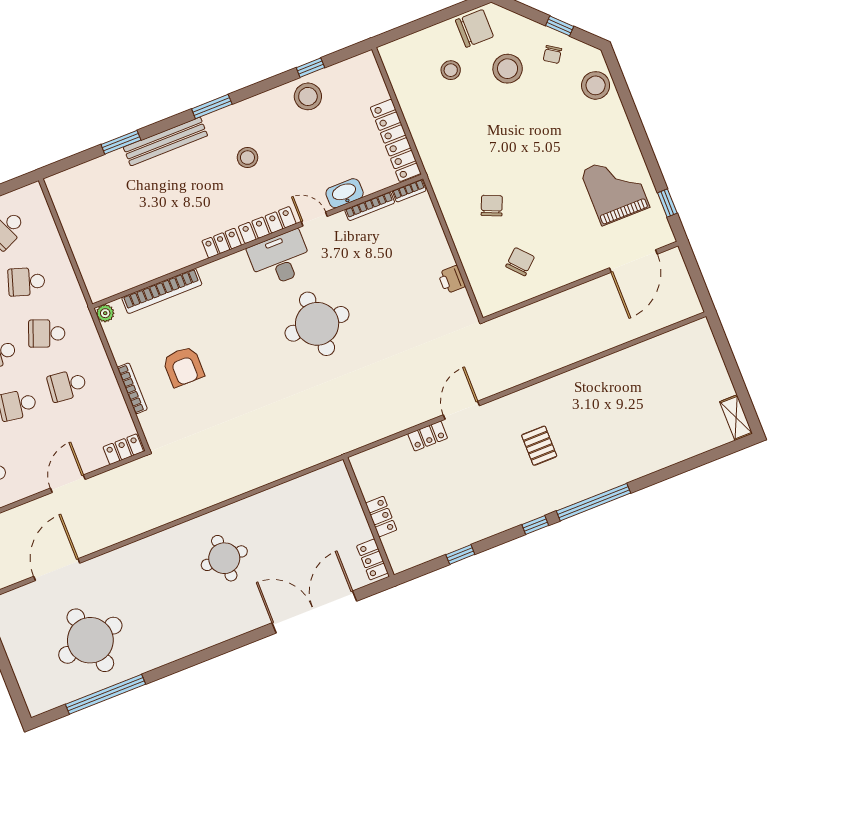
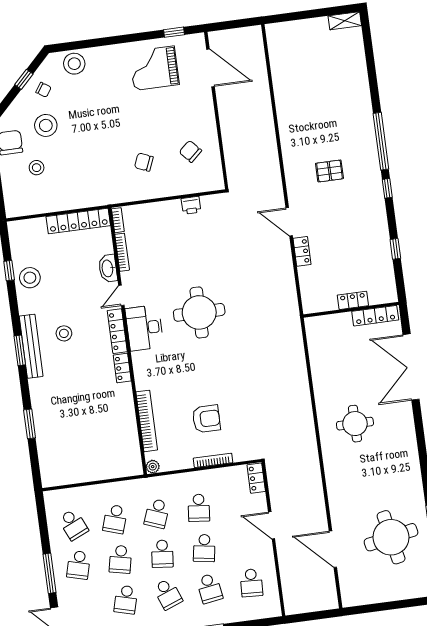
bench: (165, 141) -> (31, 346), moved
locker: (372, 559) -> (375, 316), width x1.53

